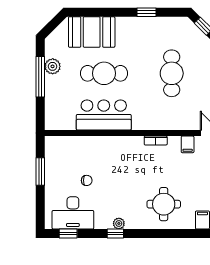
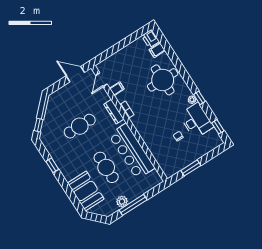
bar counter: (104, 115) -> (132, 151), width x1.36
dresser: (163, 124) -> (114, 112), added
round table: (164, 204) -> (163, 80), width x1.36, depth x1.36
desk: (73, 213) -> (196, 121), moved

